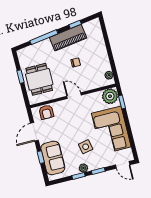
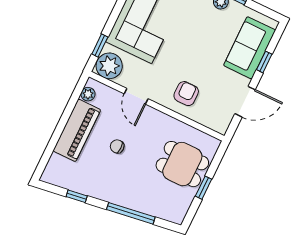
piano: (68, 38) -> (77, 130), moved, turned 98
dining table: (39, 79) -> (182, 164), turned 90
door: (74, 96) -> (136, 96), moved
armchair: (46, 112) -> (186, 94), moved
side table: (86, 147) -> (195, 27), removed

